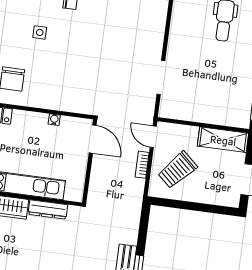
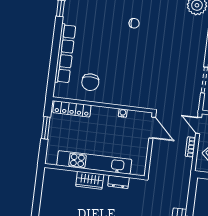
side table: (40, 32) -> (111, 46), removed
dresser: (48, 210) -> (118, 182), width x0.70

